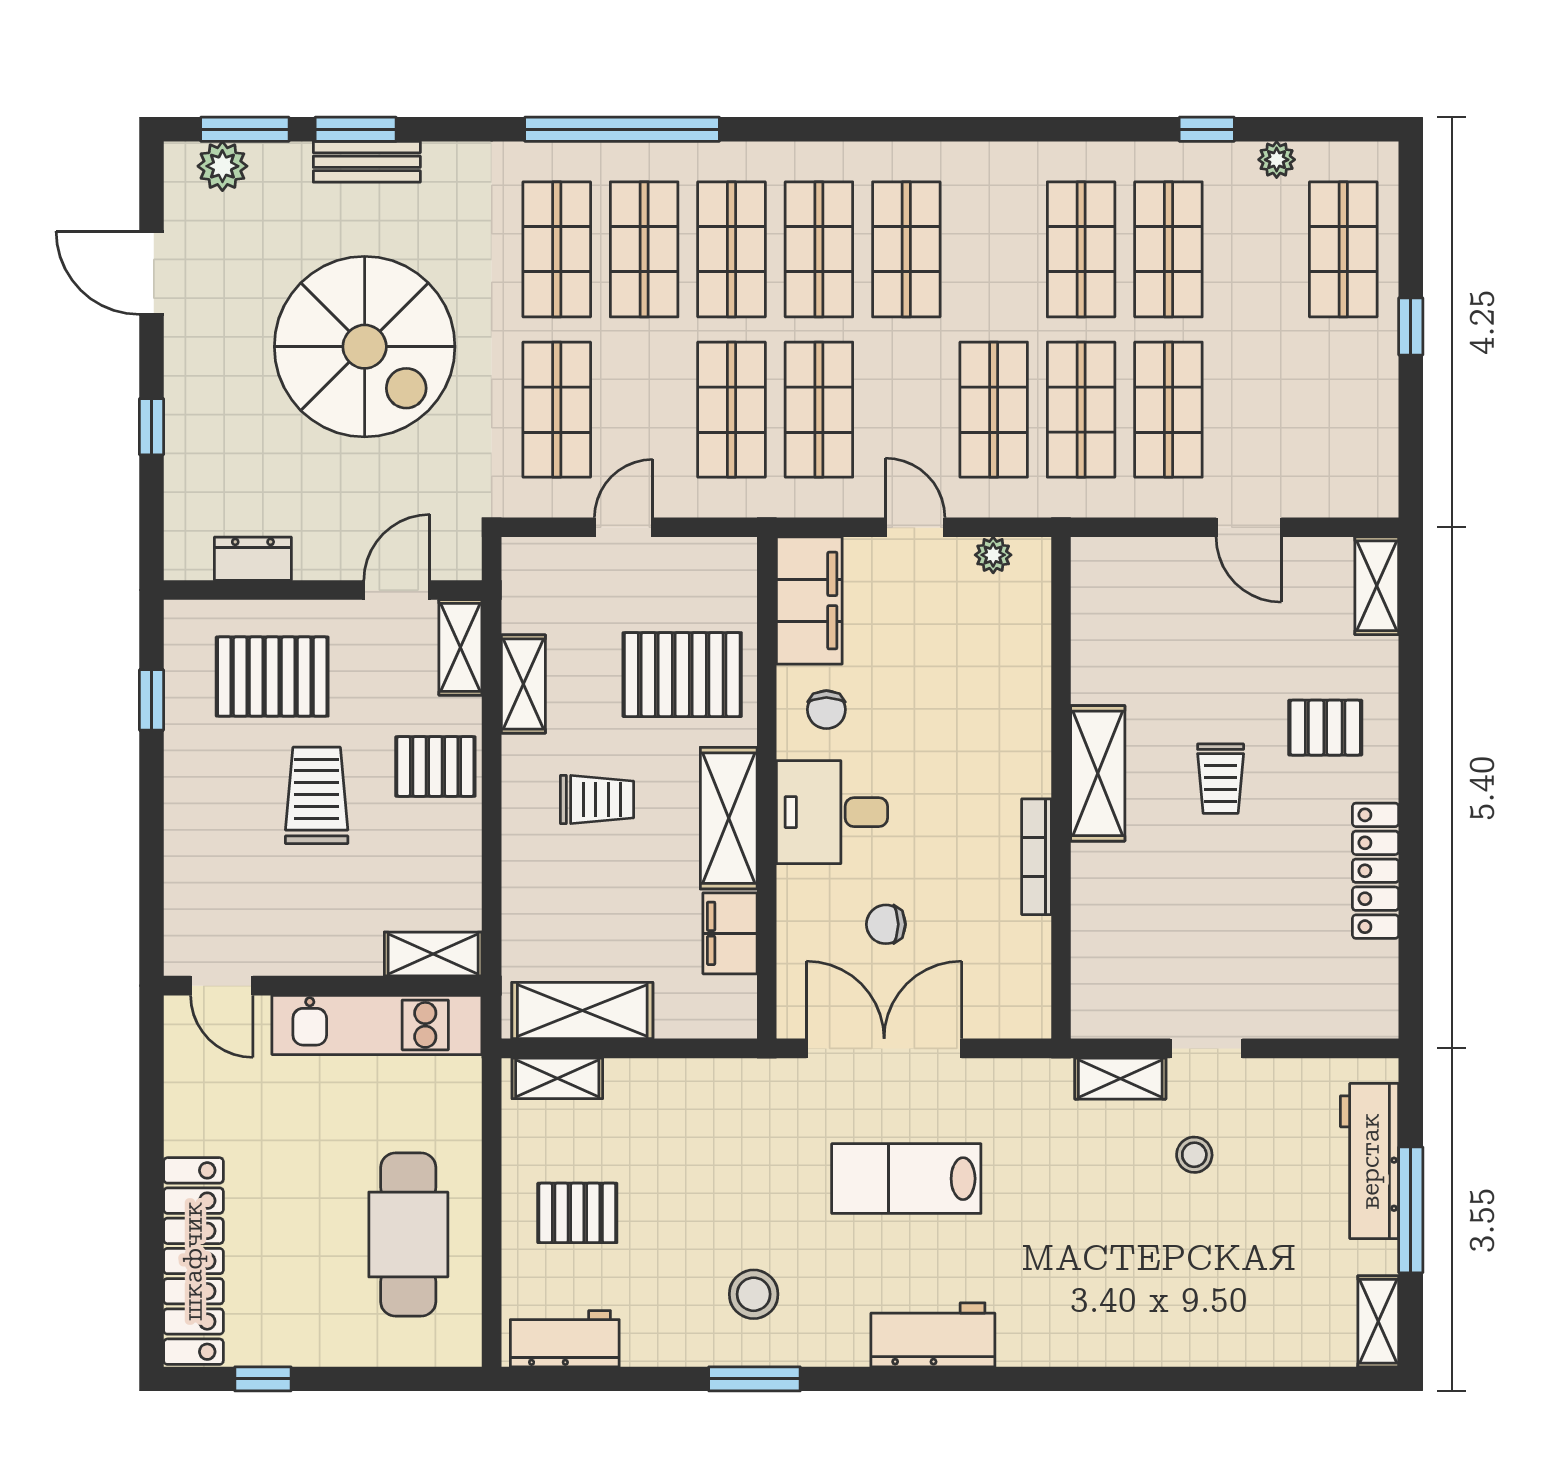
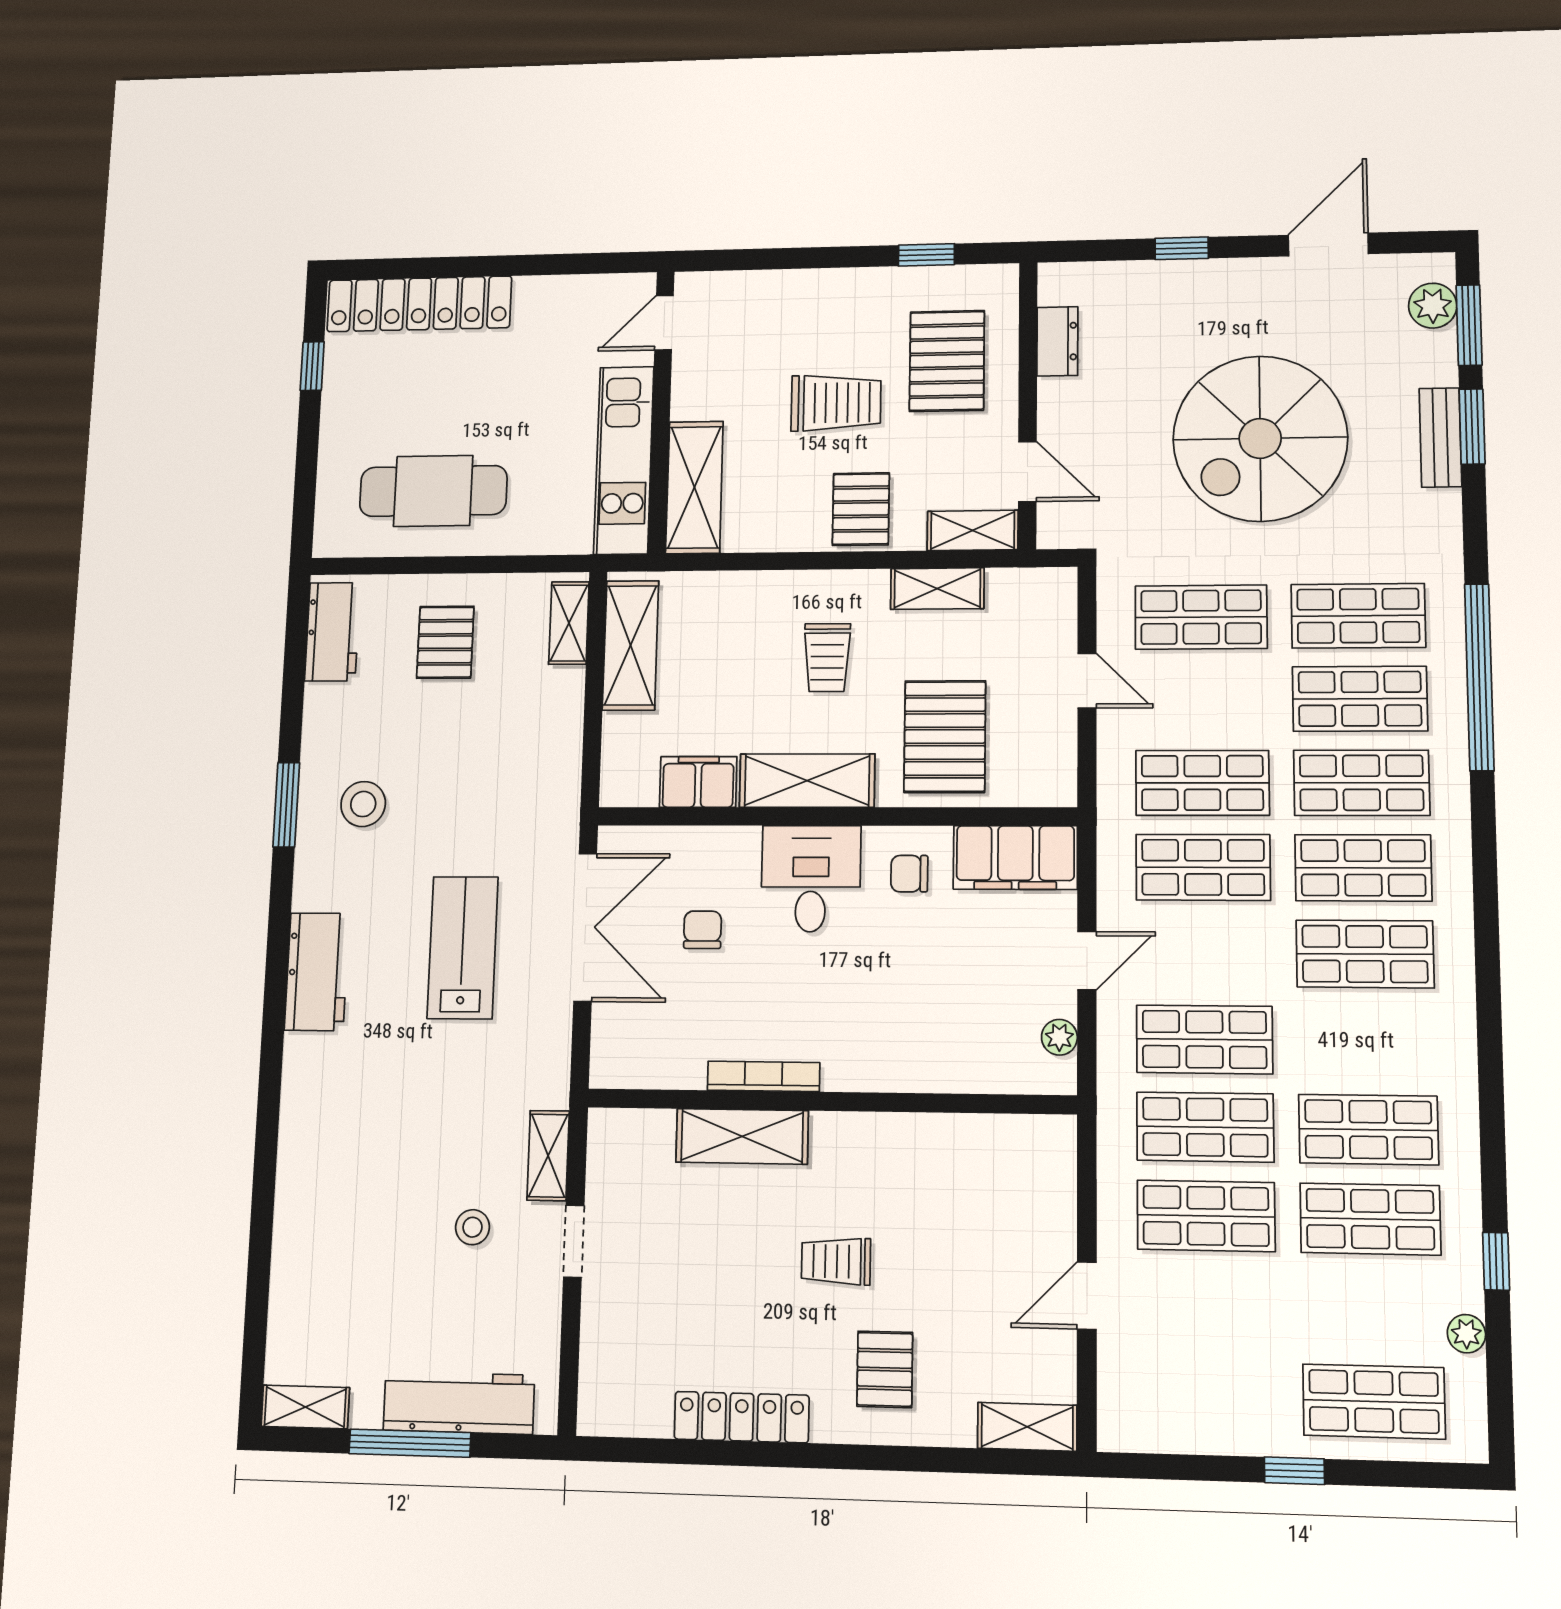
shelving: (1098, 773) -> (742, 1136), moved
shelving: (433, 954) -> (694, 487), width x1.50, depth x1.33

